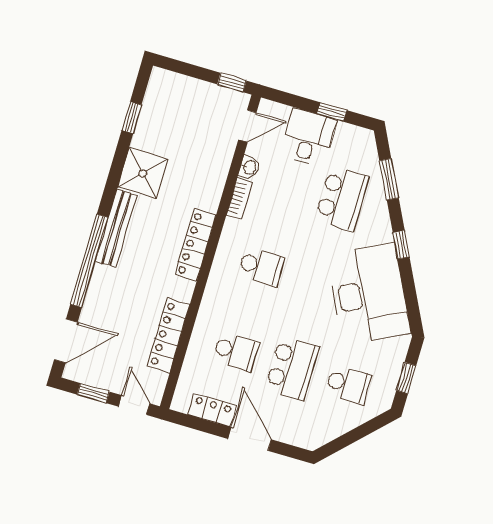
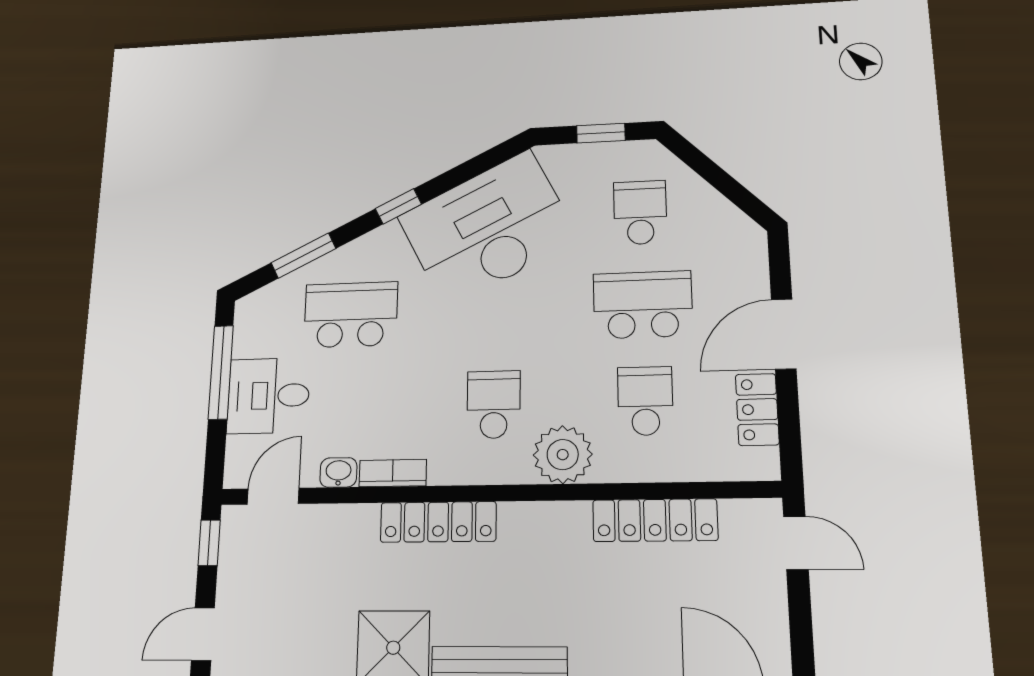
door: (181, 68) -> (203, 634), added
window: (332, 112) -> (221, 372), width x2.17
door: (247, 126) -> (273, 496), hinge flipped
locker: (195, 245) -> (438, 522), moved
plant: (220, 297) -> (563, 455), added
window: (93, 393) -> (801, 621), removed
door: (134, 405) -> (796, 543), swing flipped

